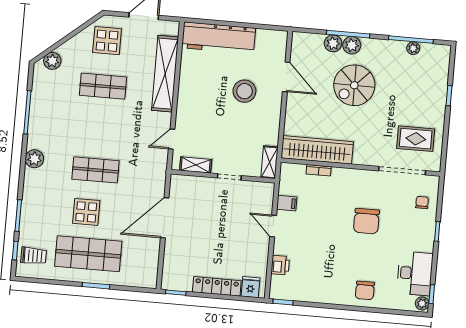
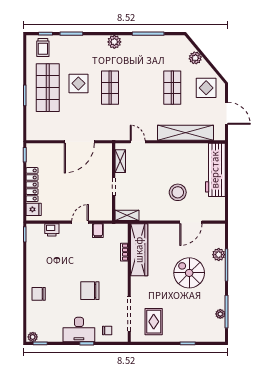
plant: (352, 45) -> (218, 268), removed
plant: (52, 61) -> (195, 58), moved
door: (165, 218) -> (79, 142), swing flipped
desk: (415, 273) -> (79, 330), moved

